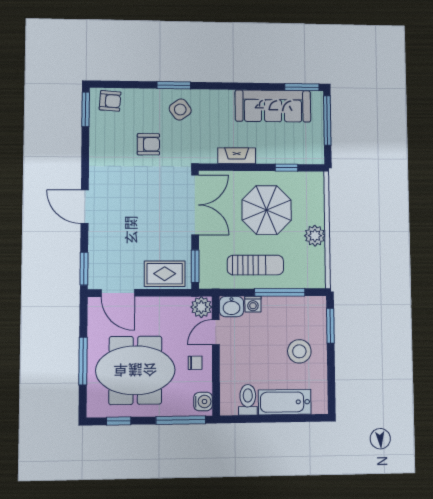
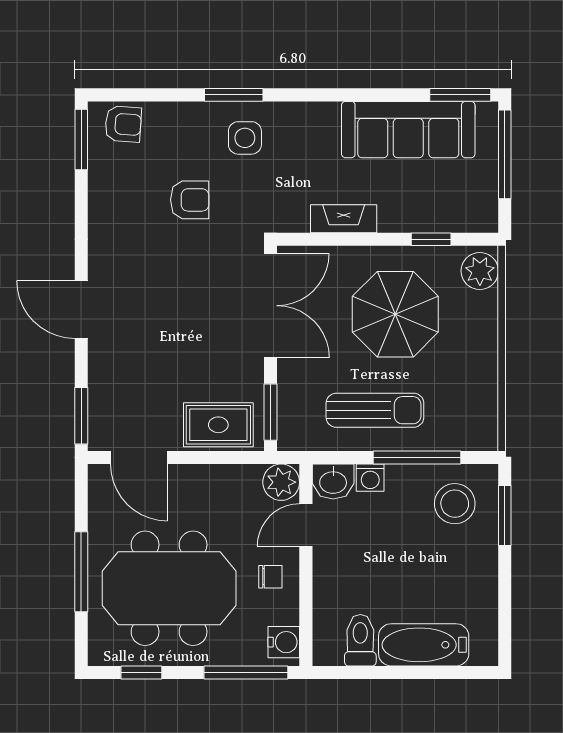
side table: (180, 110) -> (245, 138), turned 36
plant: (315, 236) -> (480, 271), moved
stool: (299, 351) -> (455, 504), moved

